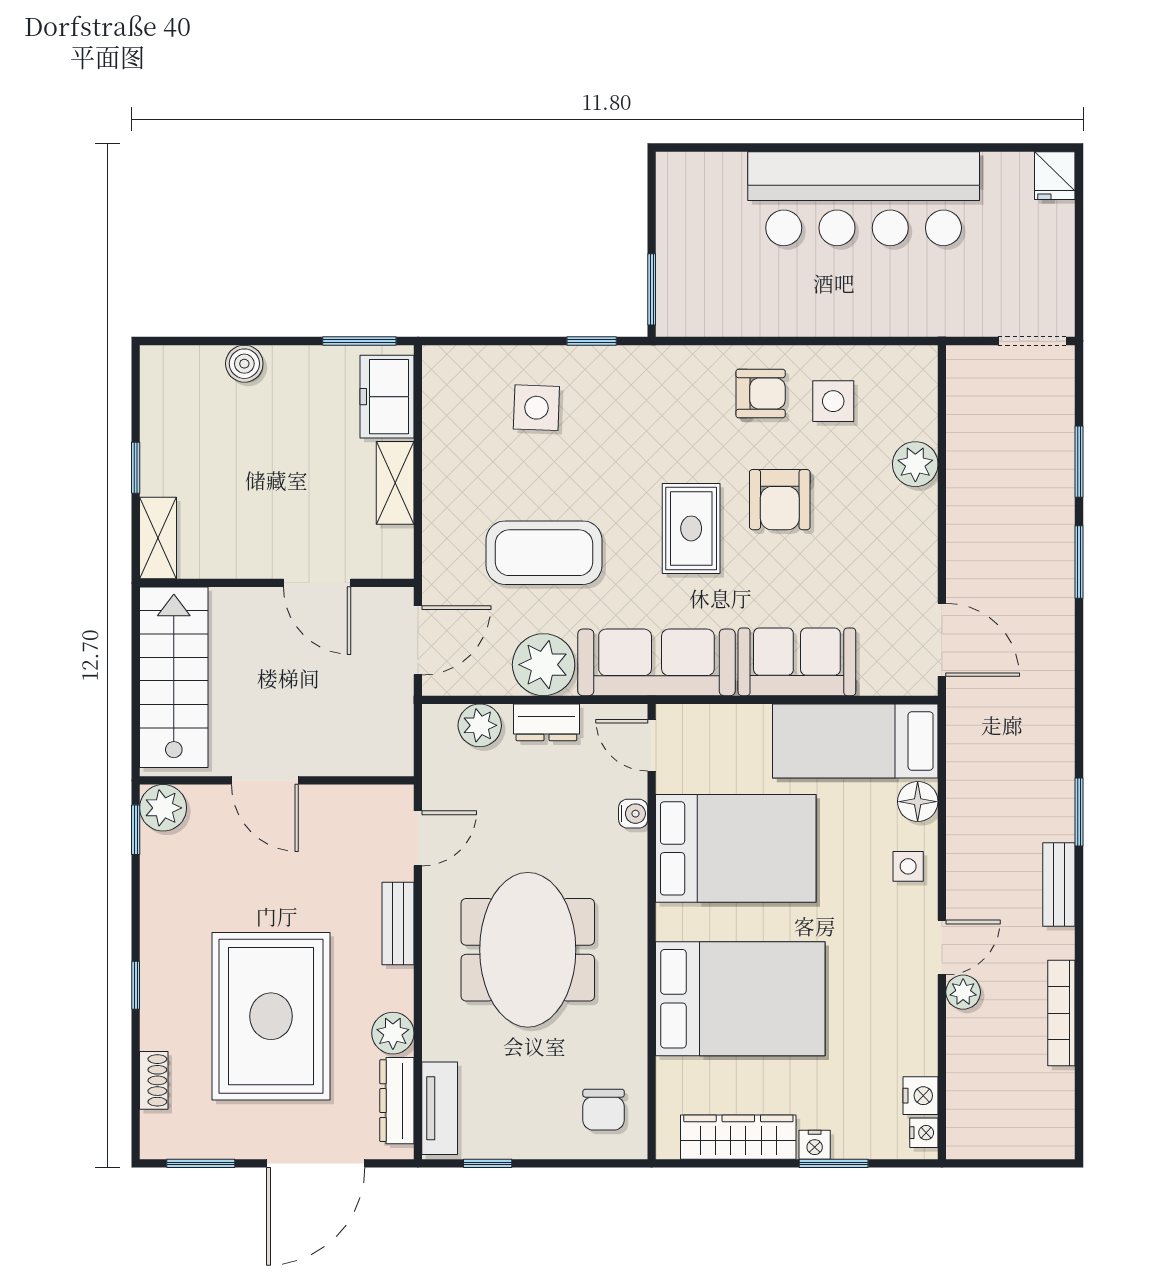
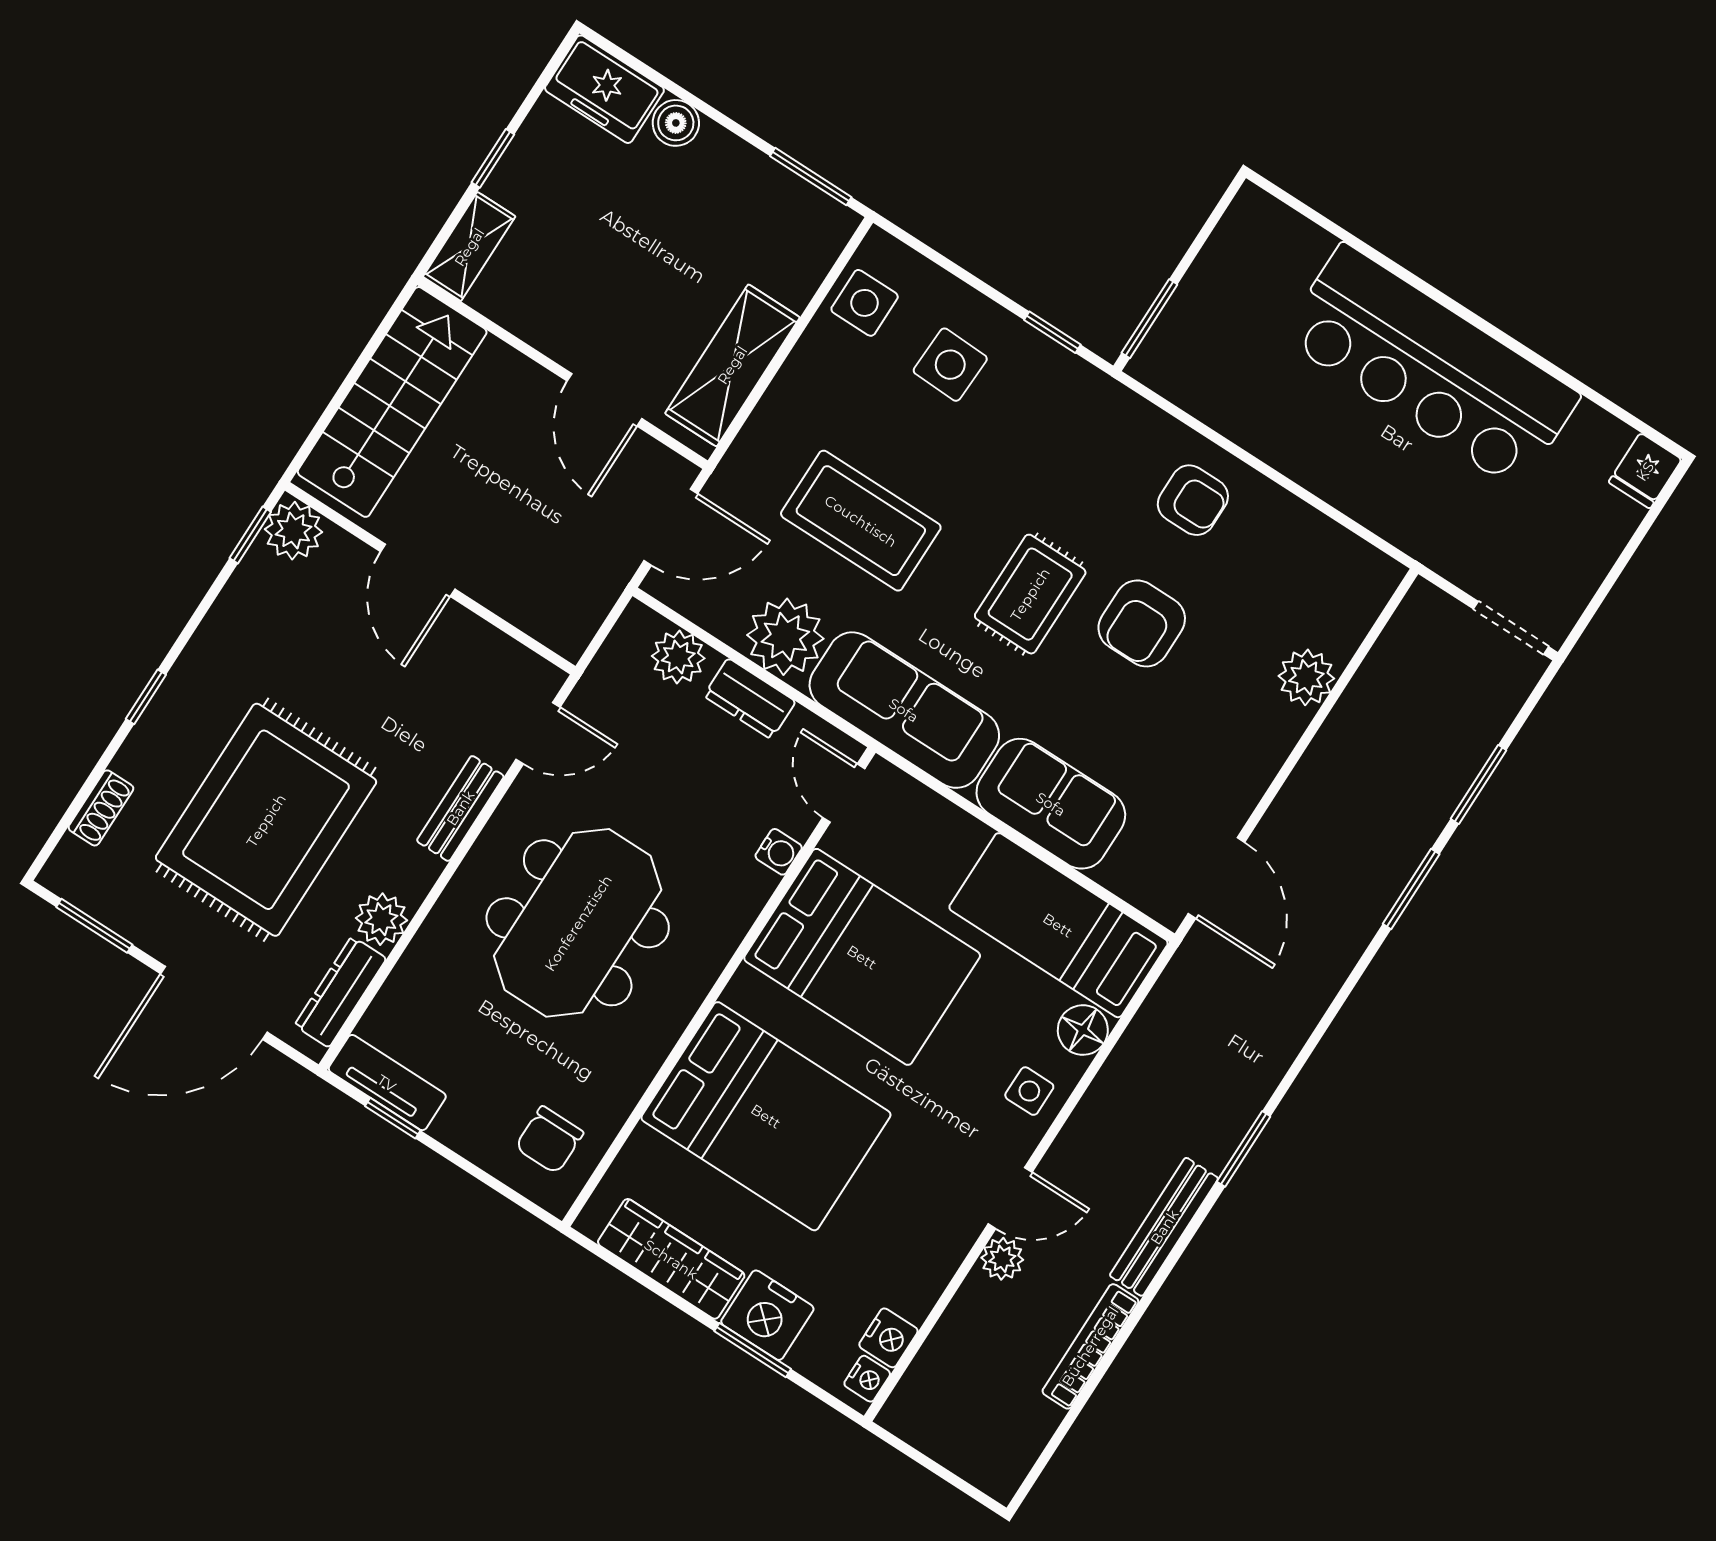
freezer: (387, 397) -> (604, 89), moved, turned -90
side table: (833, 401) -> (865, 303), moved
shelving: (395, 483) -> (732, 365), width x1.50, depth x1.33
bench: (1059, 884) -> (1164, 1227), width x1.36
tv unit: (440, 1108) -> (387, 1083), moved, turned -90
nightstand: (815, 1145) -> (767, 1315), width x1.89, depth x1.79

